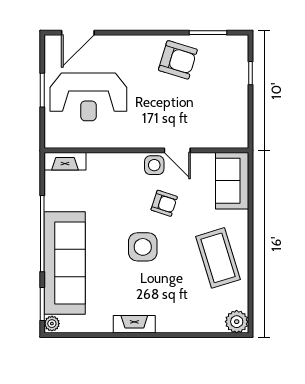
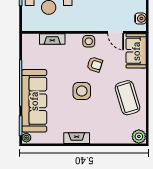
water cooler: (239, 128) -> (140, 19), added
door: (177, 150) -> (116, 32), moved
fireplace: (65, 161) -> (52, 39), moved

